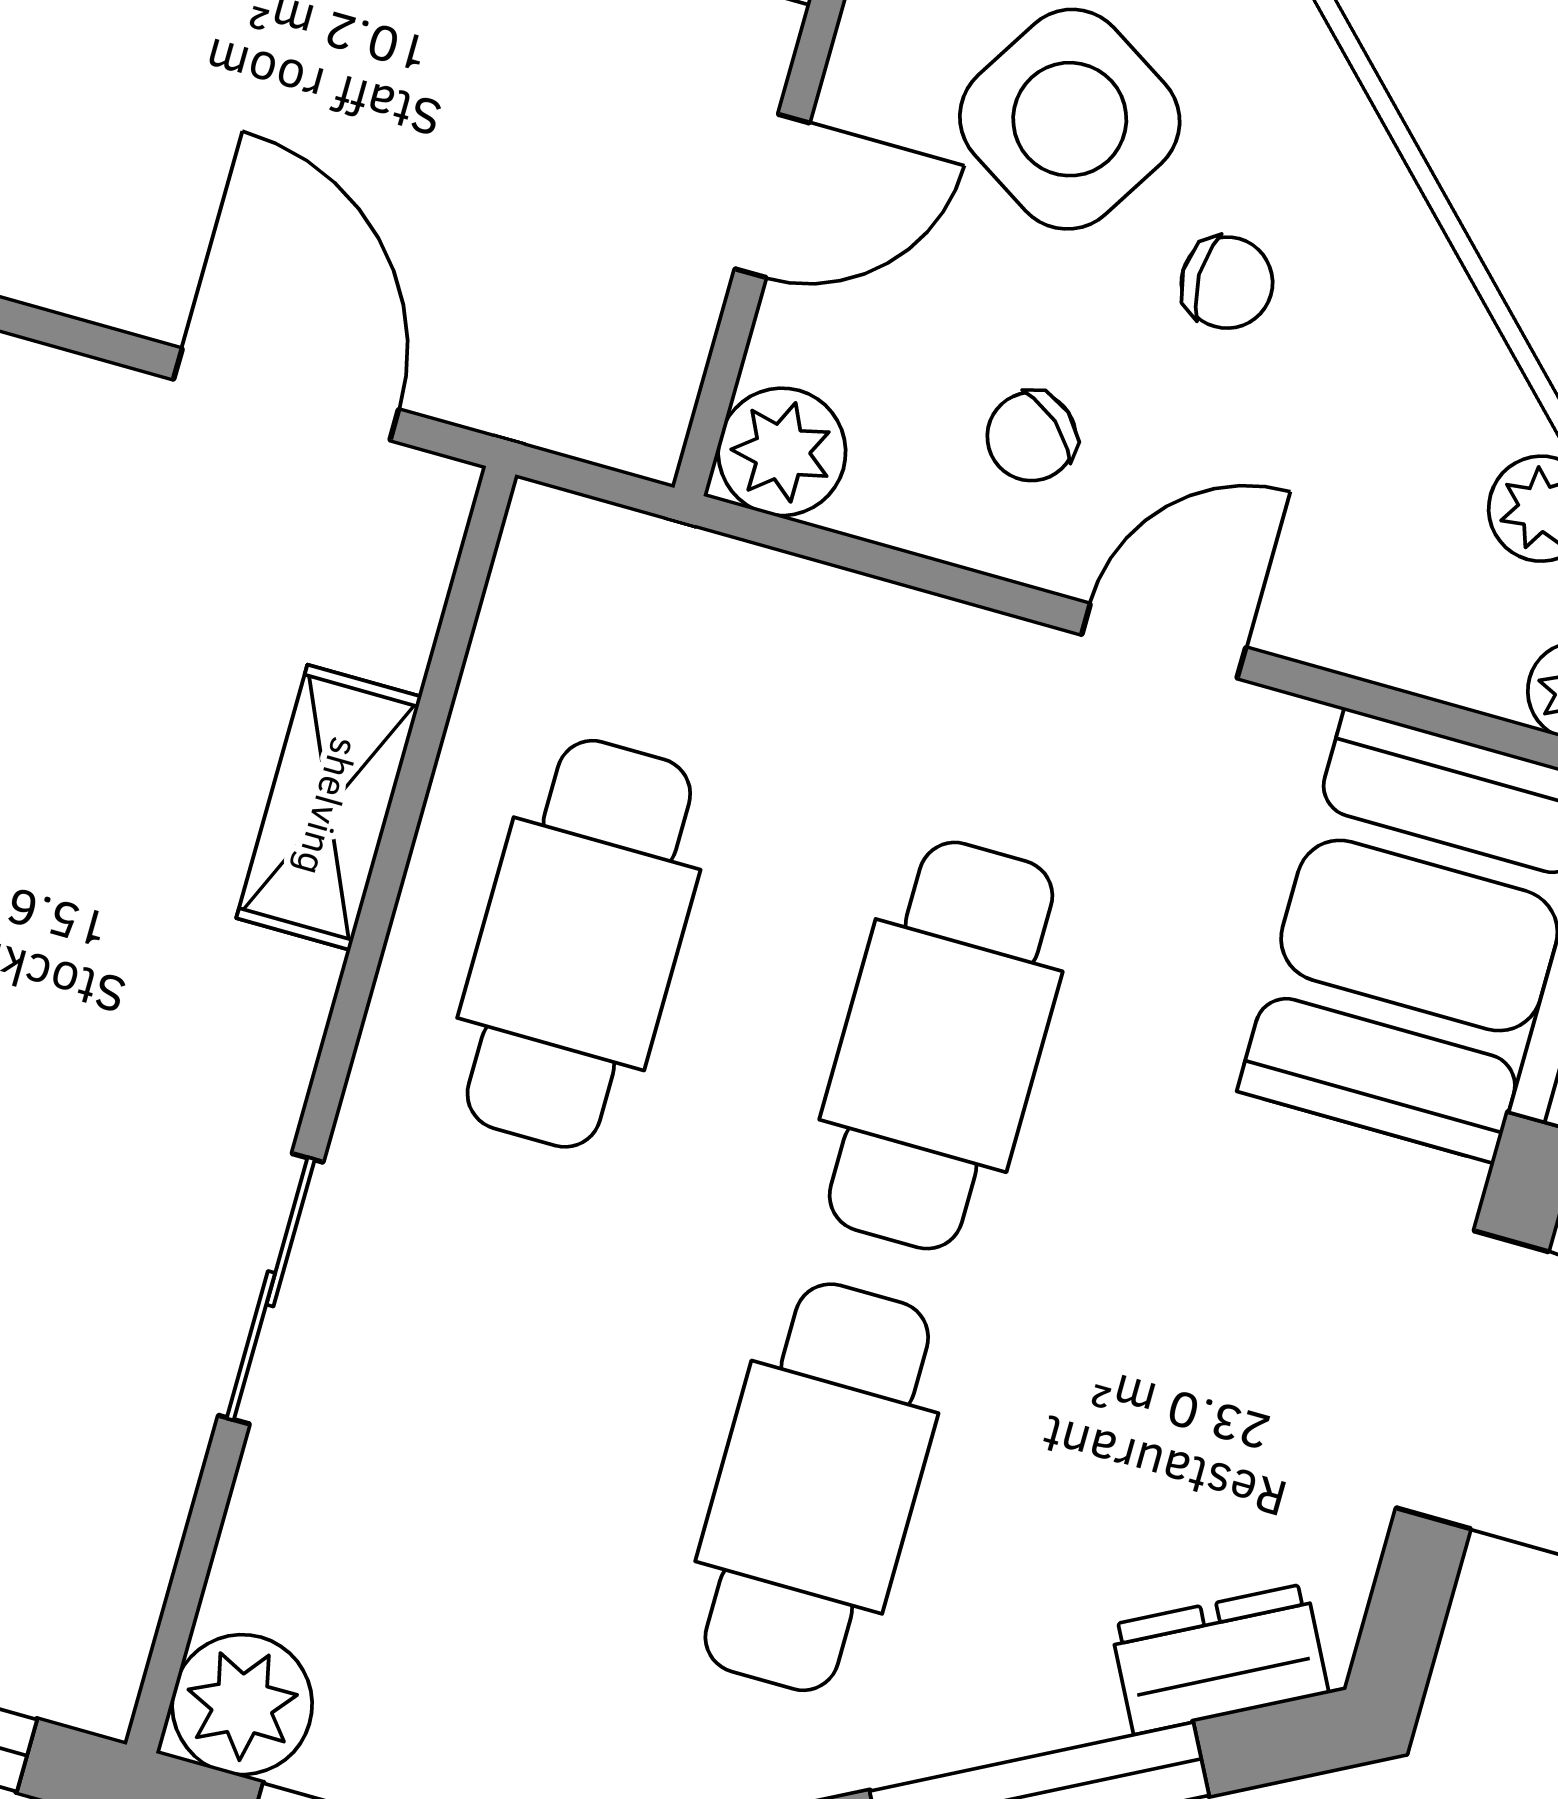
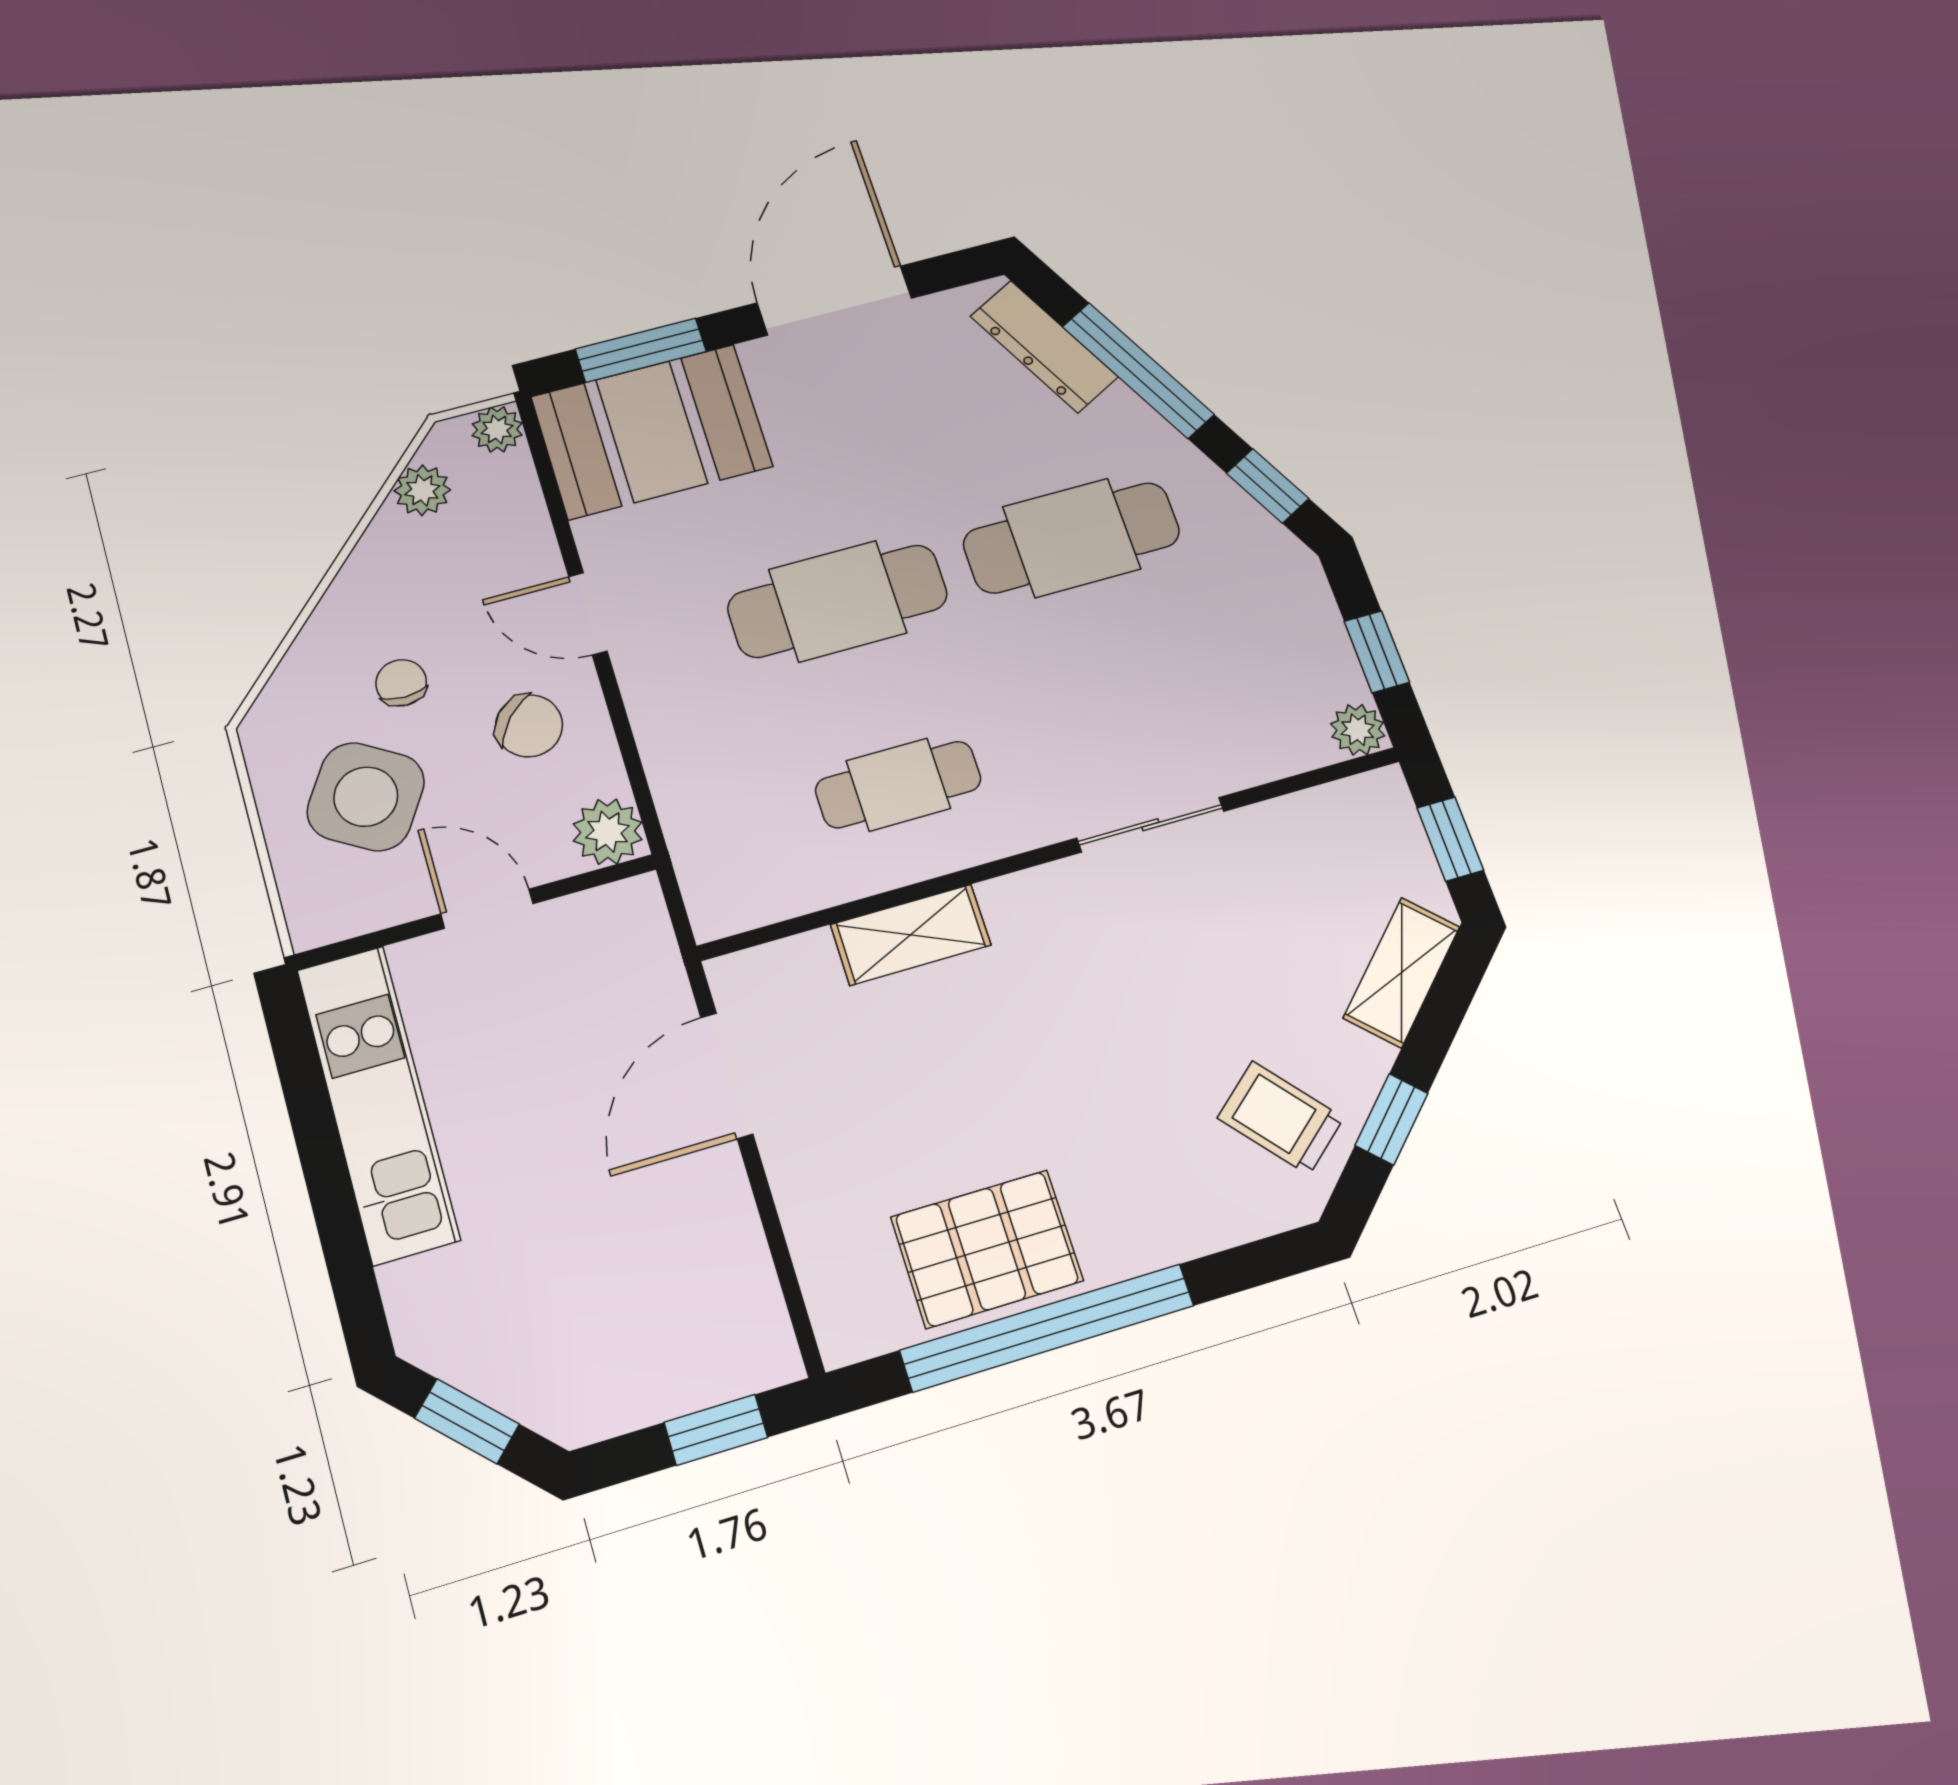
chair: (1031, 437) -> (529, 726), width x1.37, depth x1.37
cafe table: (579, 944) -> (898, 785), width x0.73, depth x0.74
dresser: (1220, 1659) -> (1044, 347), width x1.44
plant: (242, 1705) -> (1358, 730), width x0.73, depth x0.73

